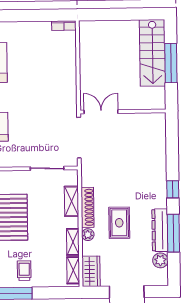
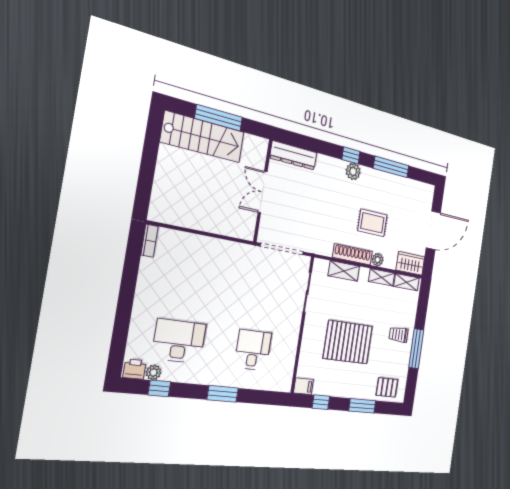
double door: (101, 112) -> (263, 192), moved
dresser: (160, 230) -> (293, 155), moved
plant: (160, 260) -> (353, 171), moved

